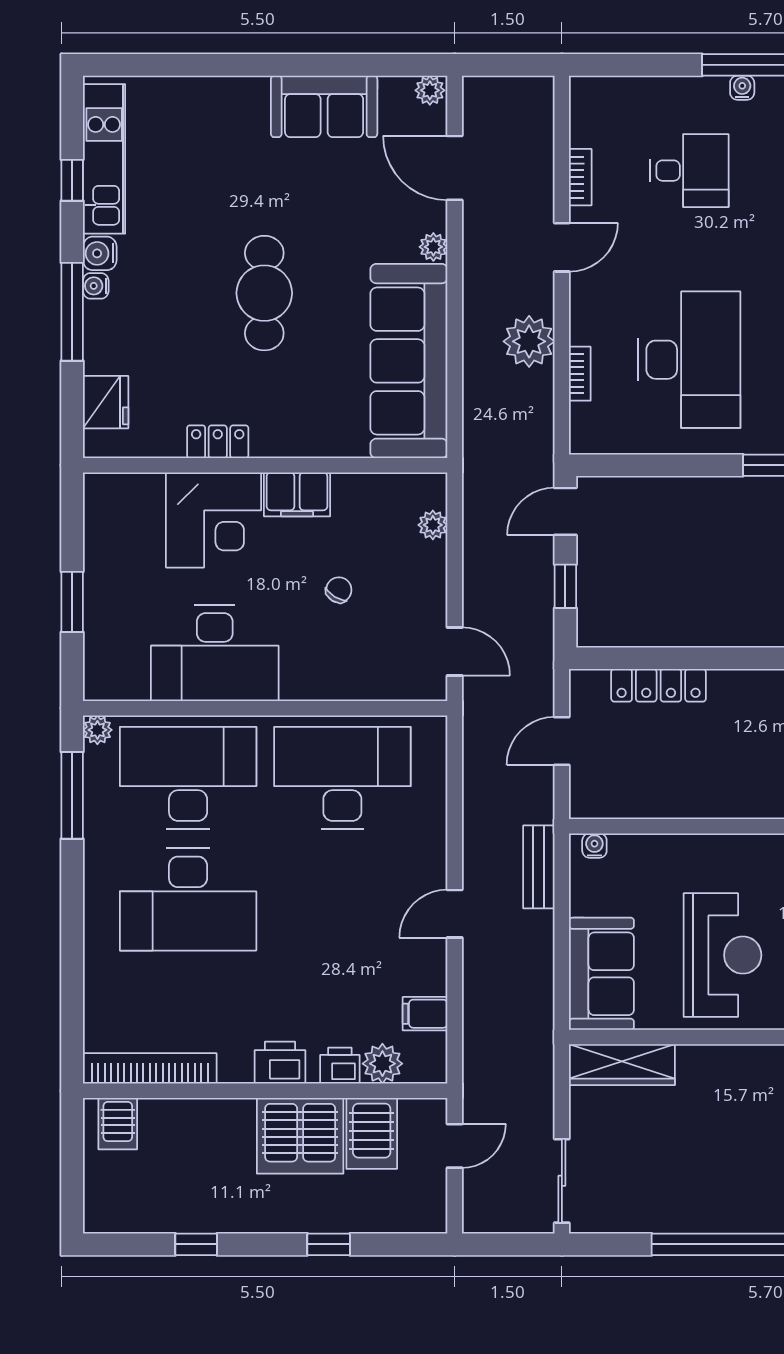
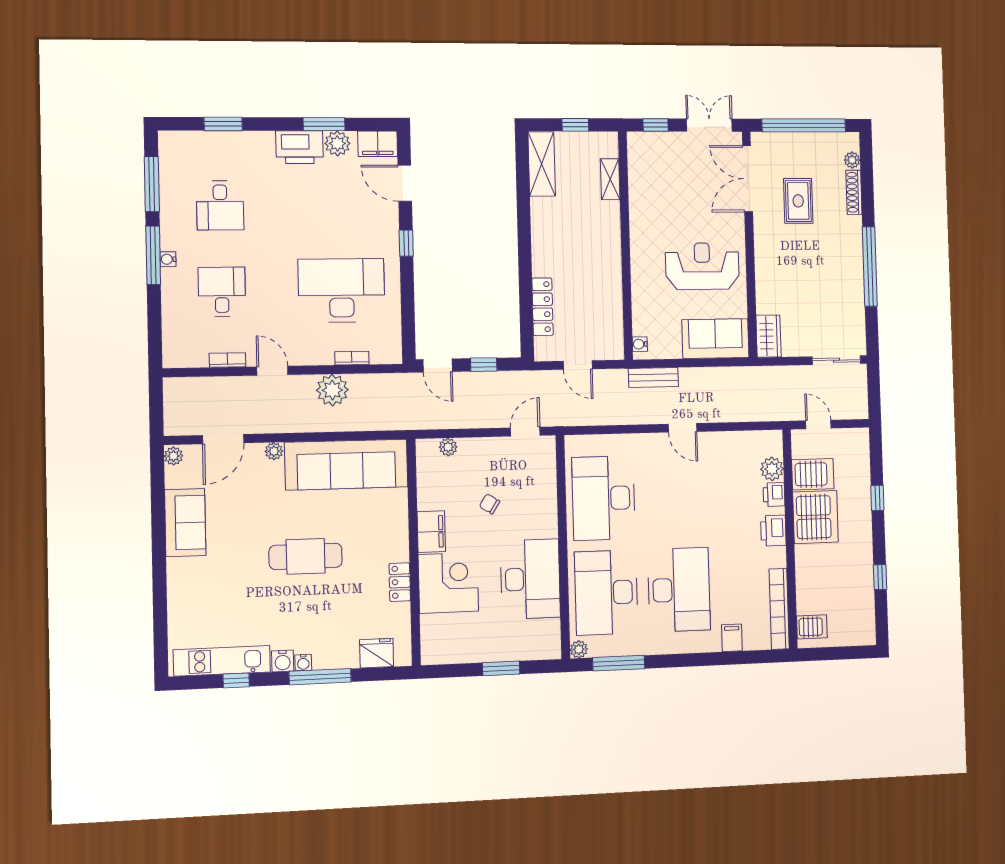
filing cabinet: (425, 1014) -> (732, 638), moved, turned 180
wardrobe: (622, 1065) -> (769, 336), width x0.67

